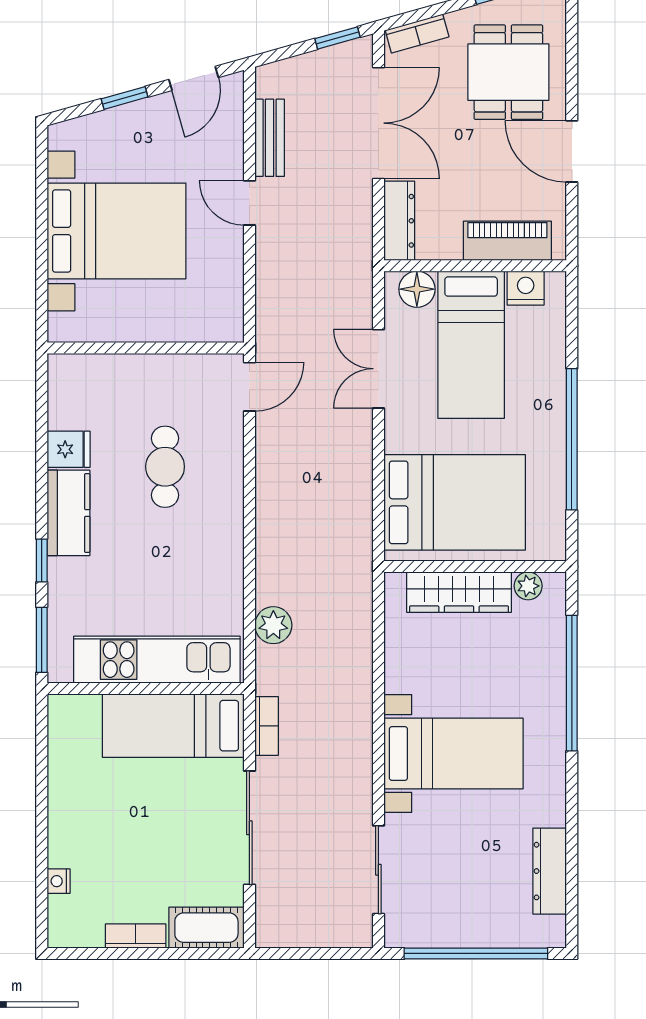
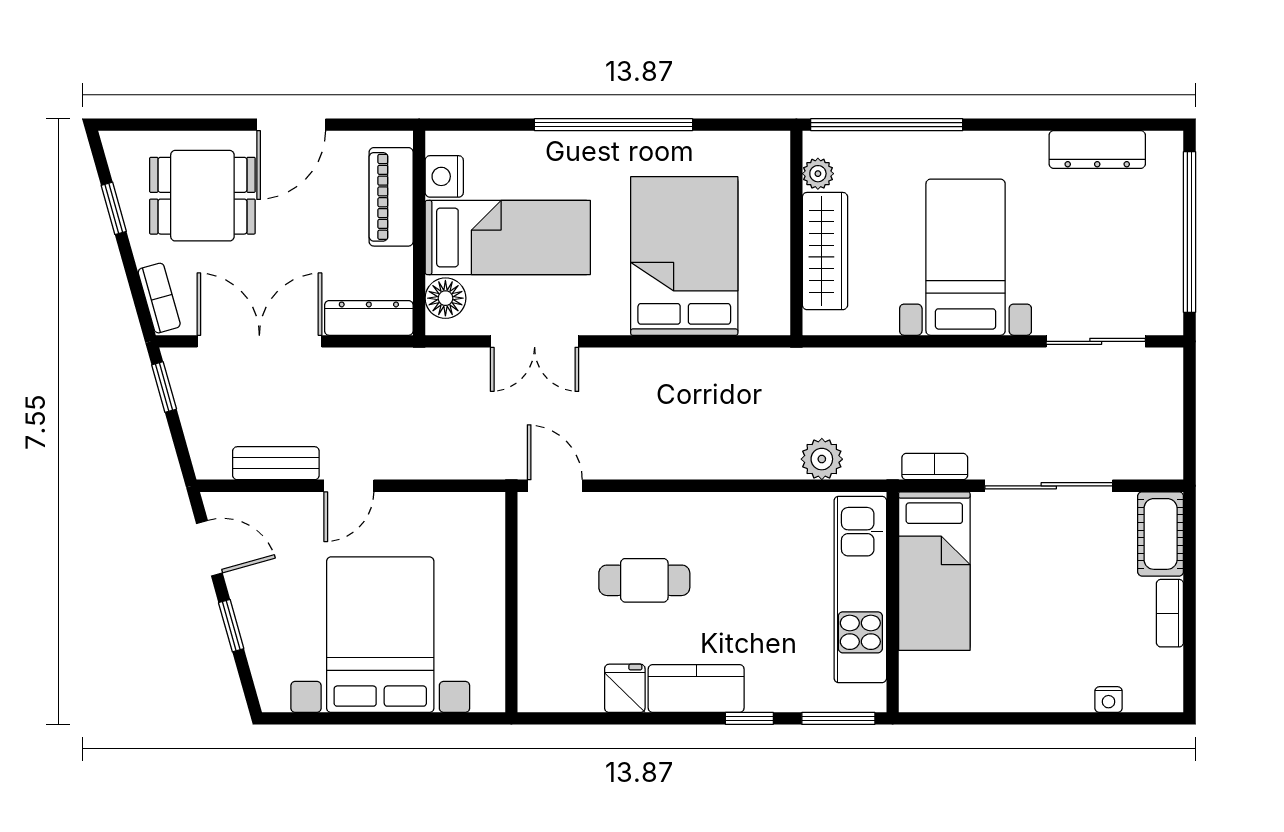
wall: (475, 567) -> (796, 233), moved
plant: (528, 586) -> (818, 174), moved
wardrobe: (459, 592) -> (825, 251), moved

